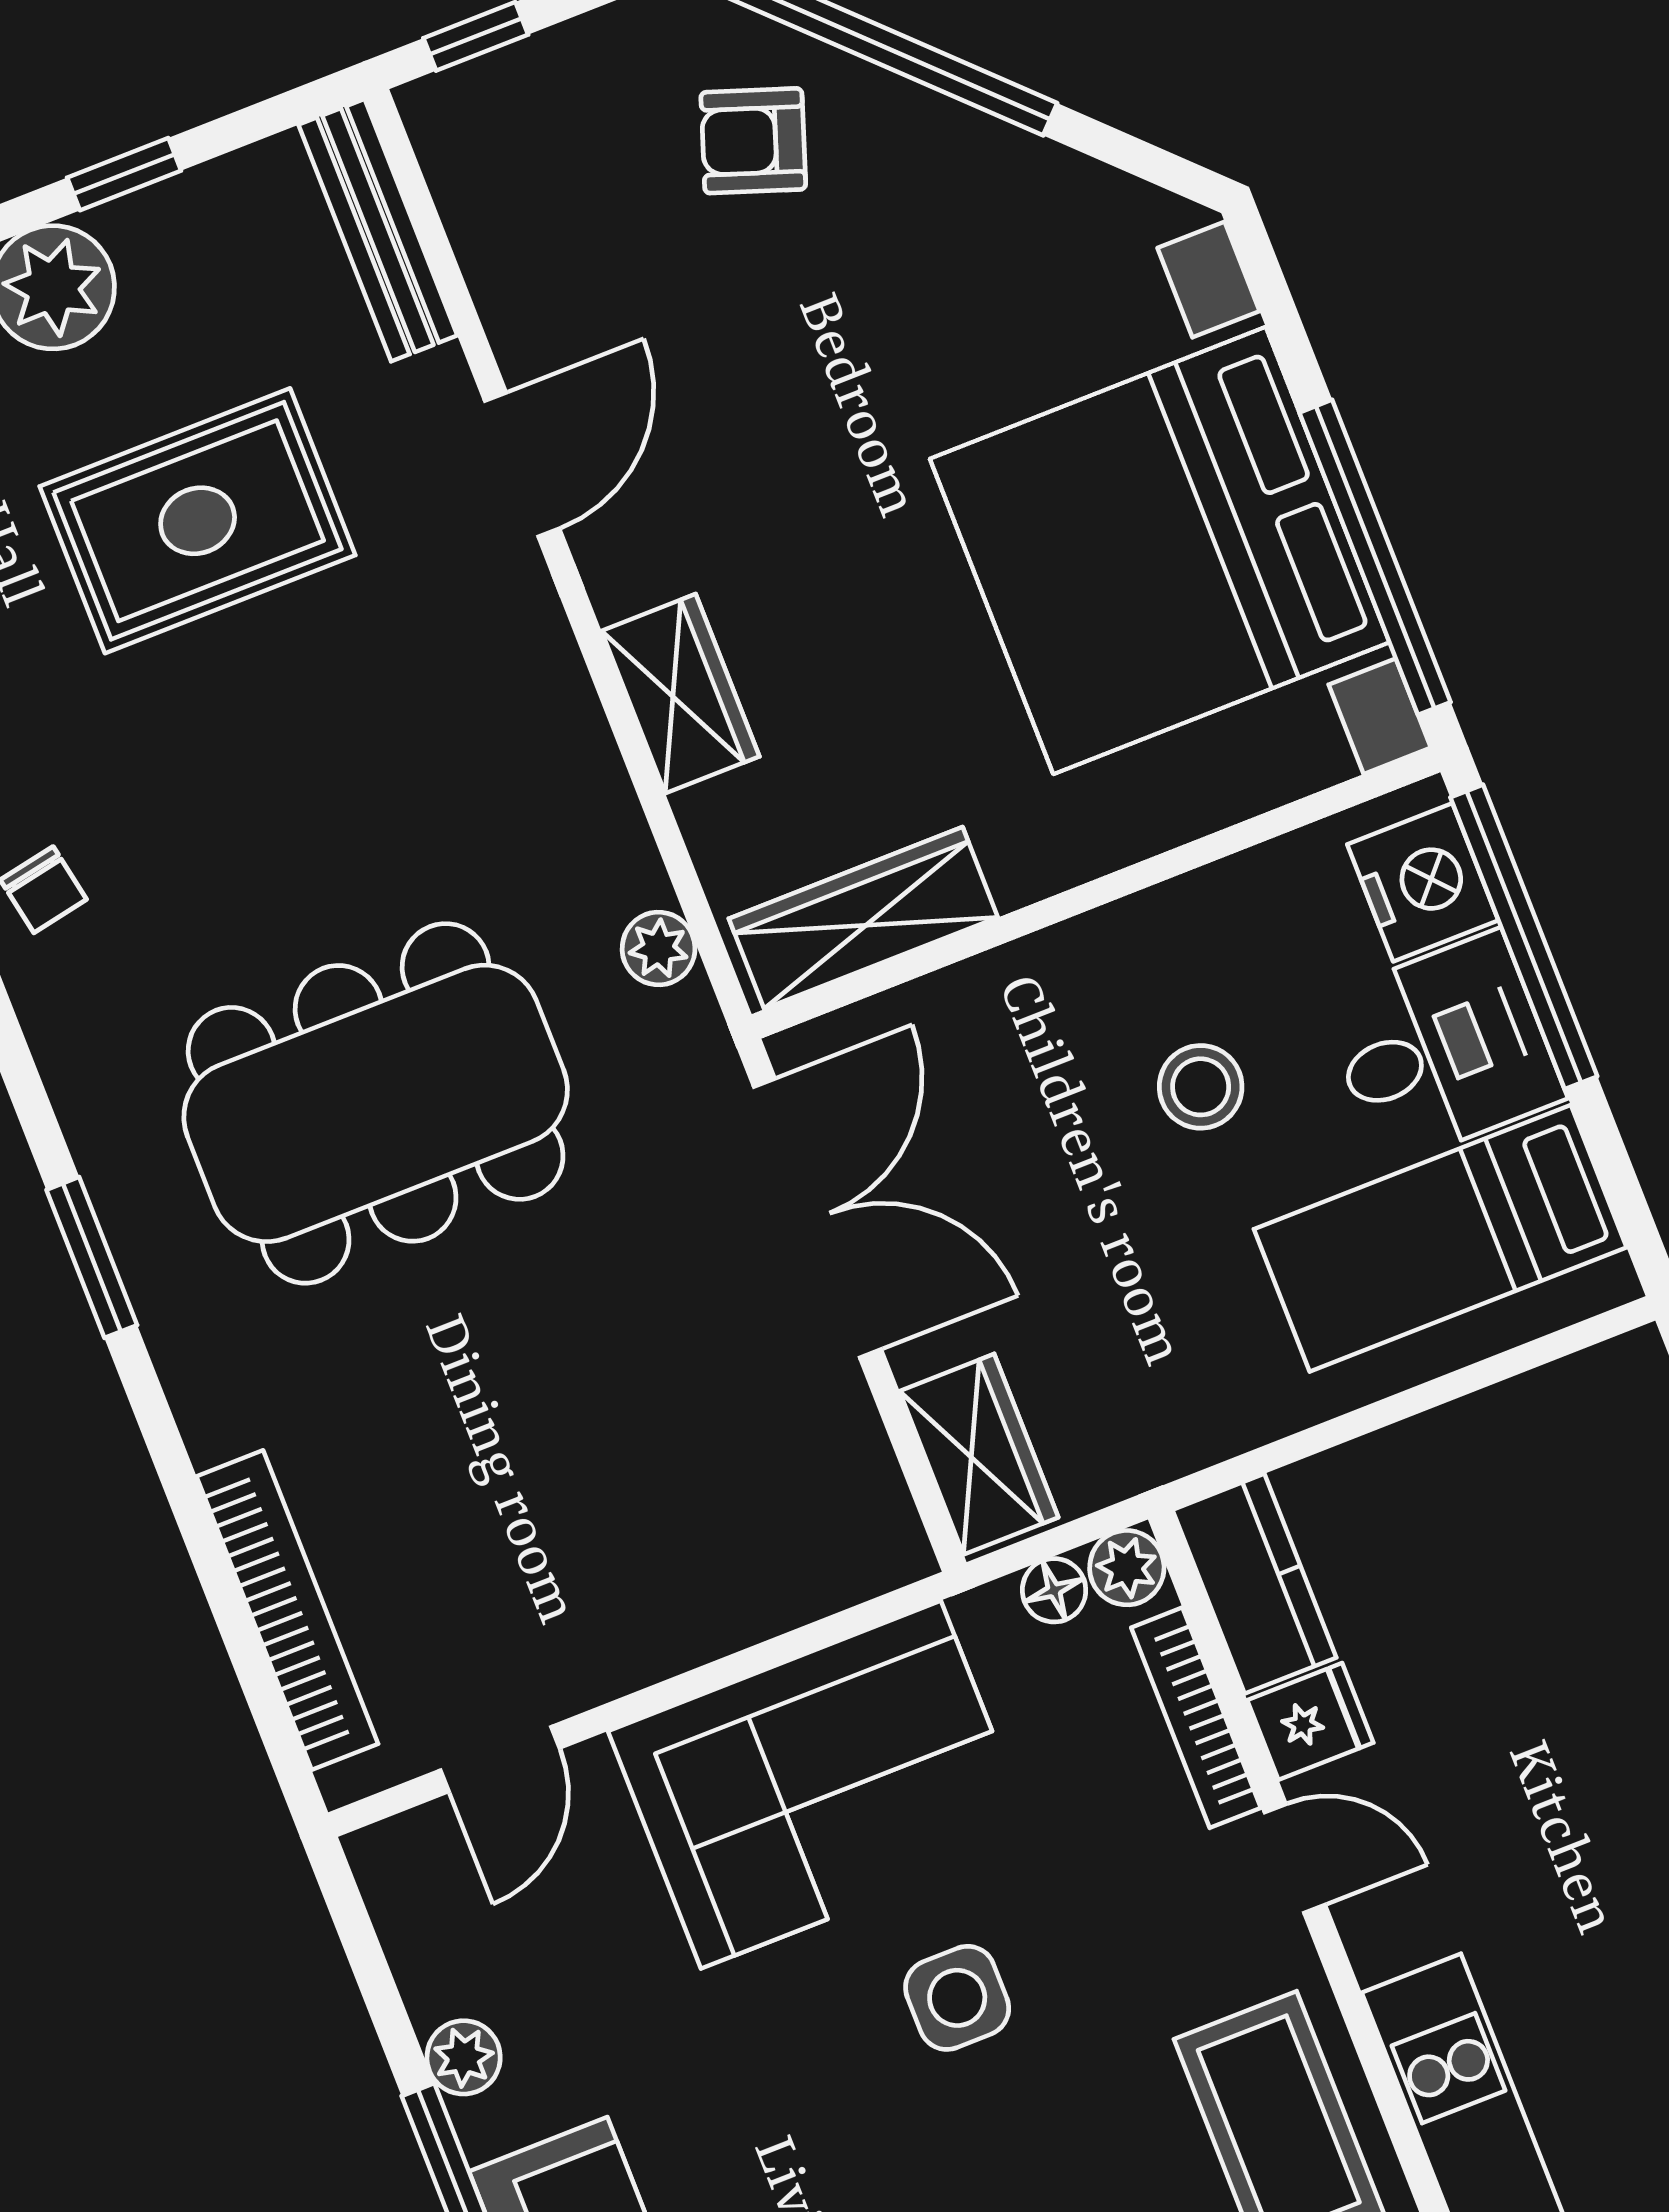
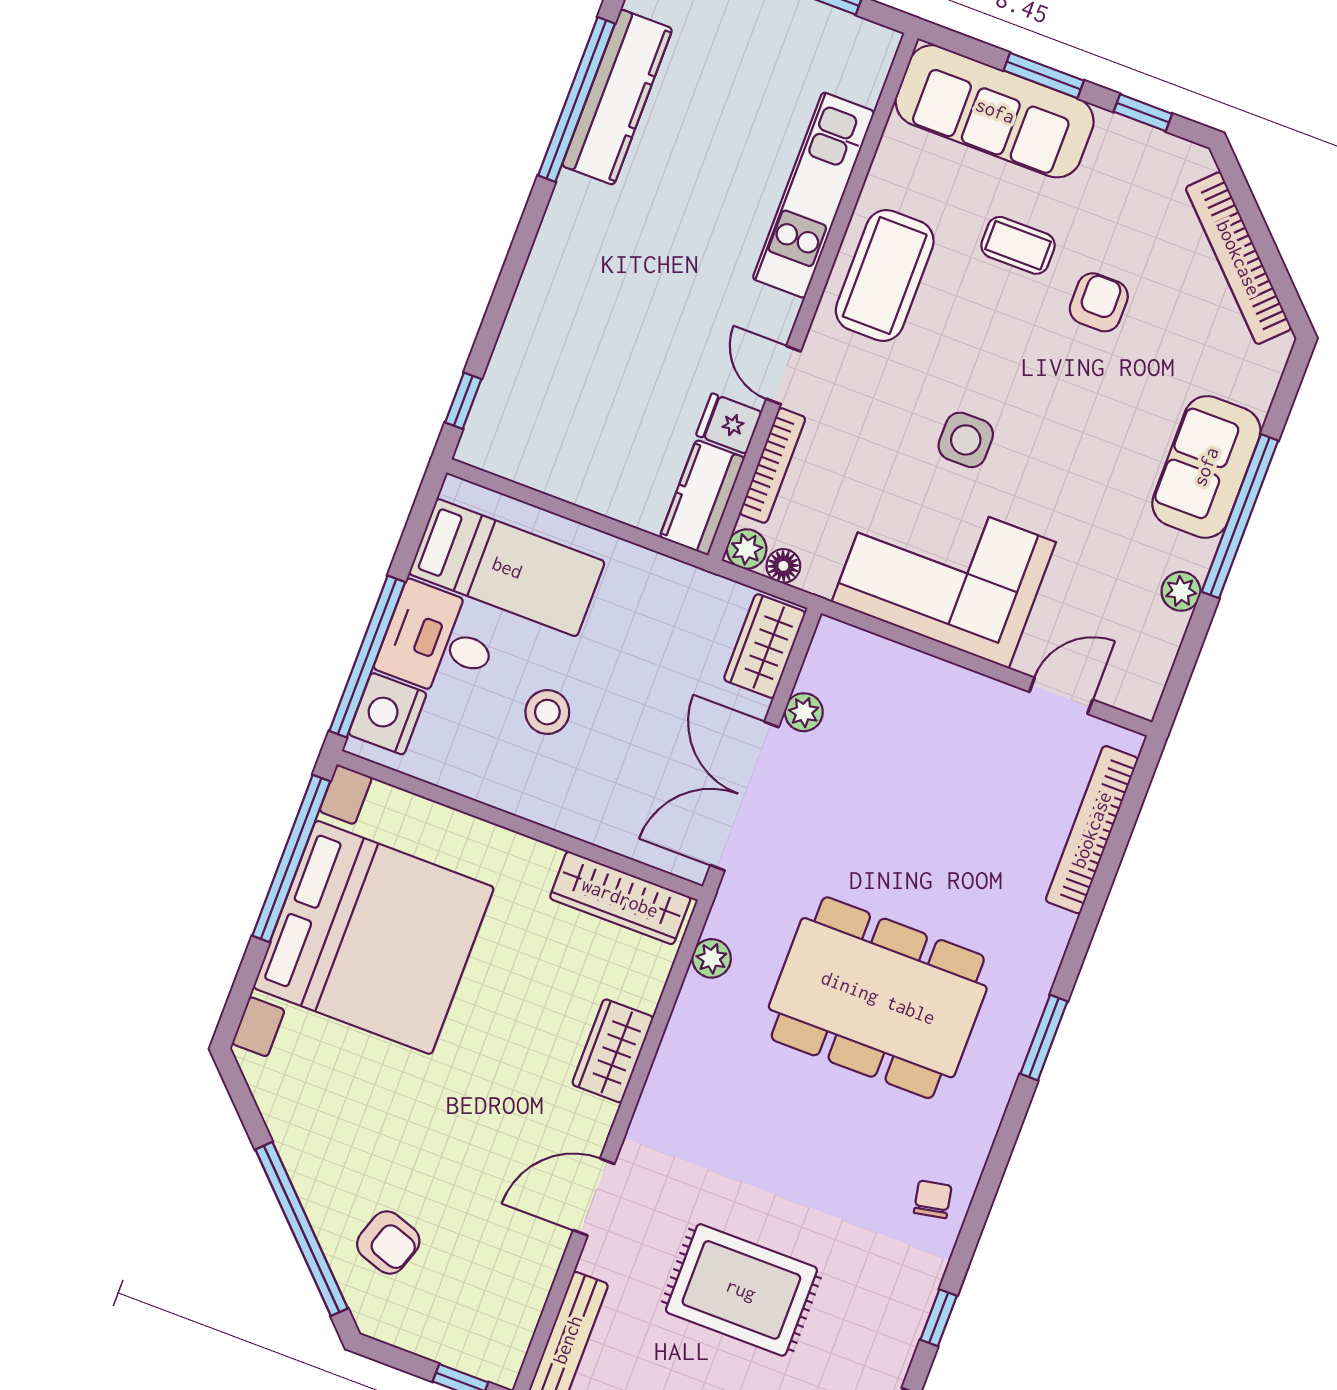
plant: (840, 1411) -> (804, 712), added

